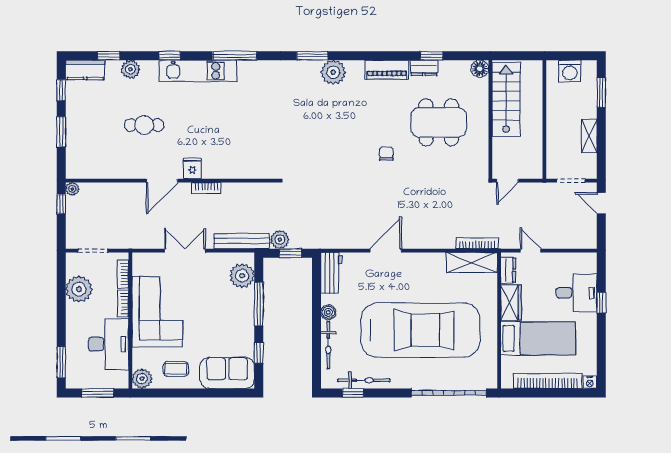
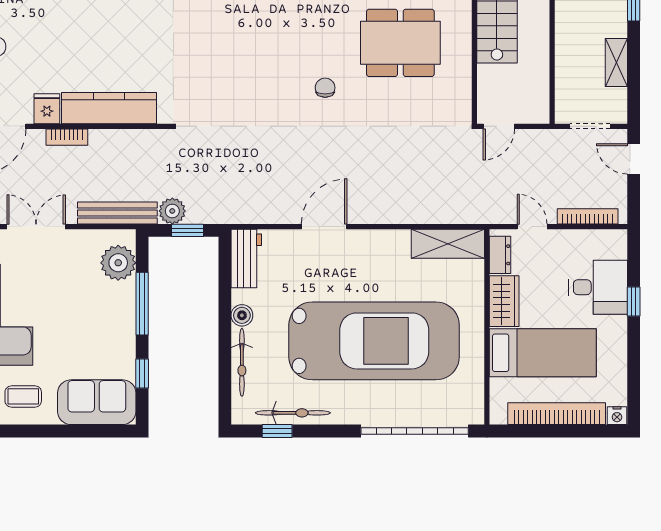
kitchen counter: (236, 168) -> (109, 108), added
bookcase: (477, 243) -> (588, 216), moved

